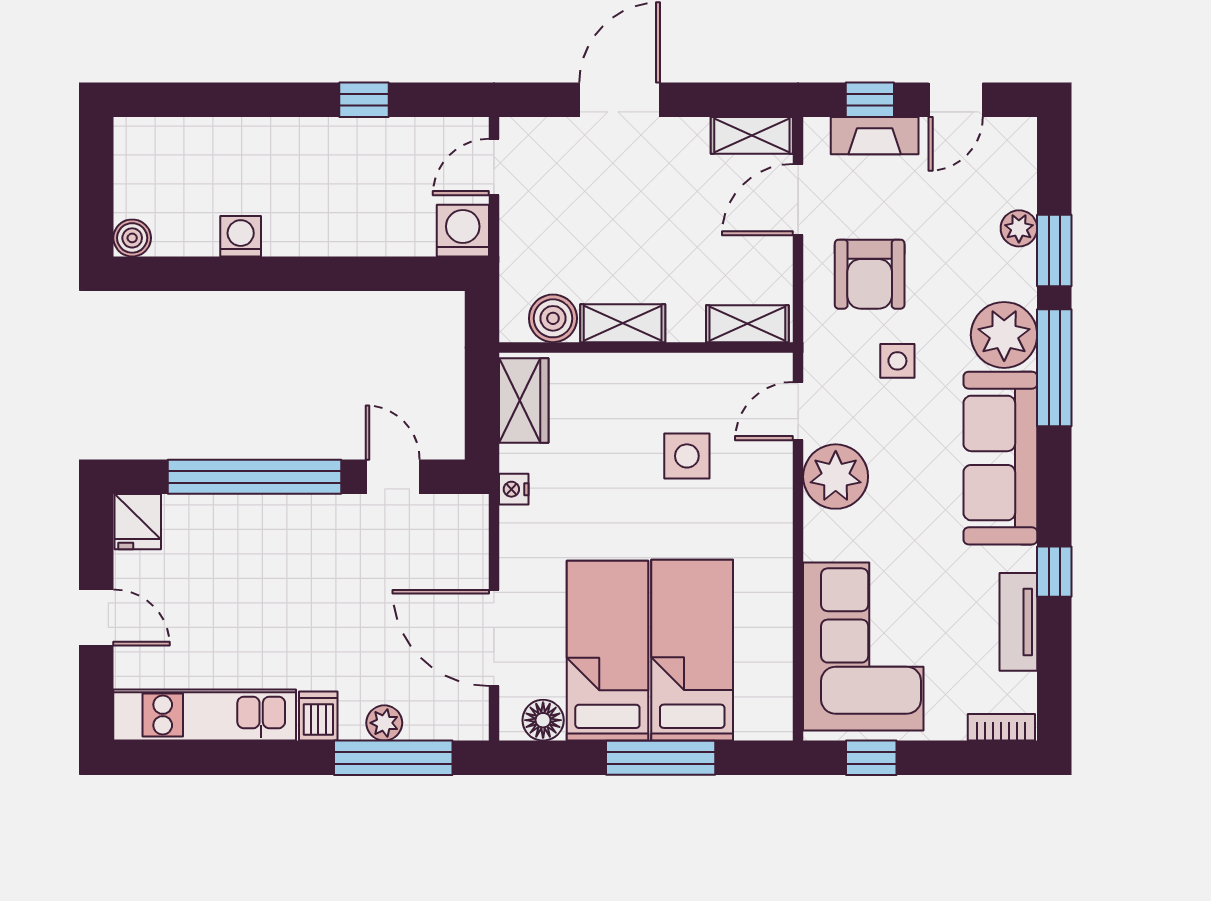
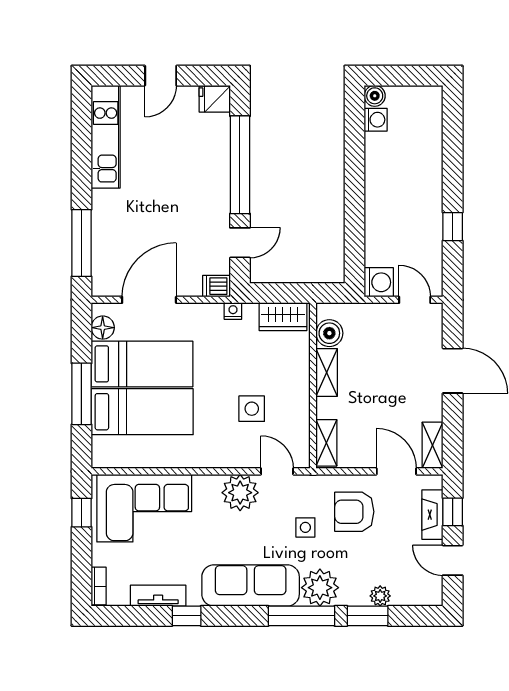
washing machine: (241, 236) -> (376, 120), moved
dishwasher: (318, 716) -> (216, 286), moved, turned 180
plant: (384, 723) -> (101, 238), removed

